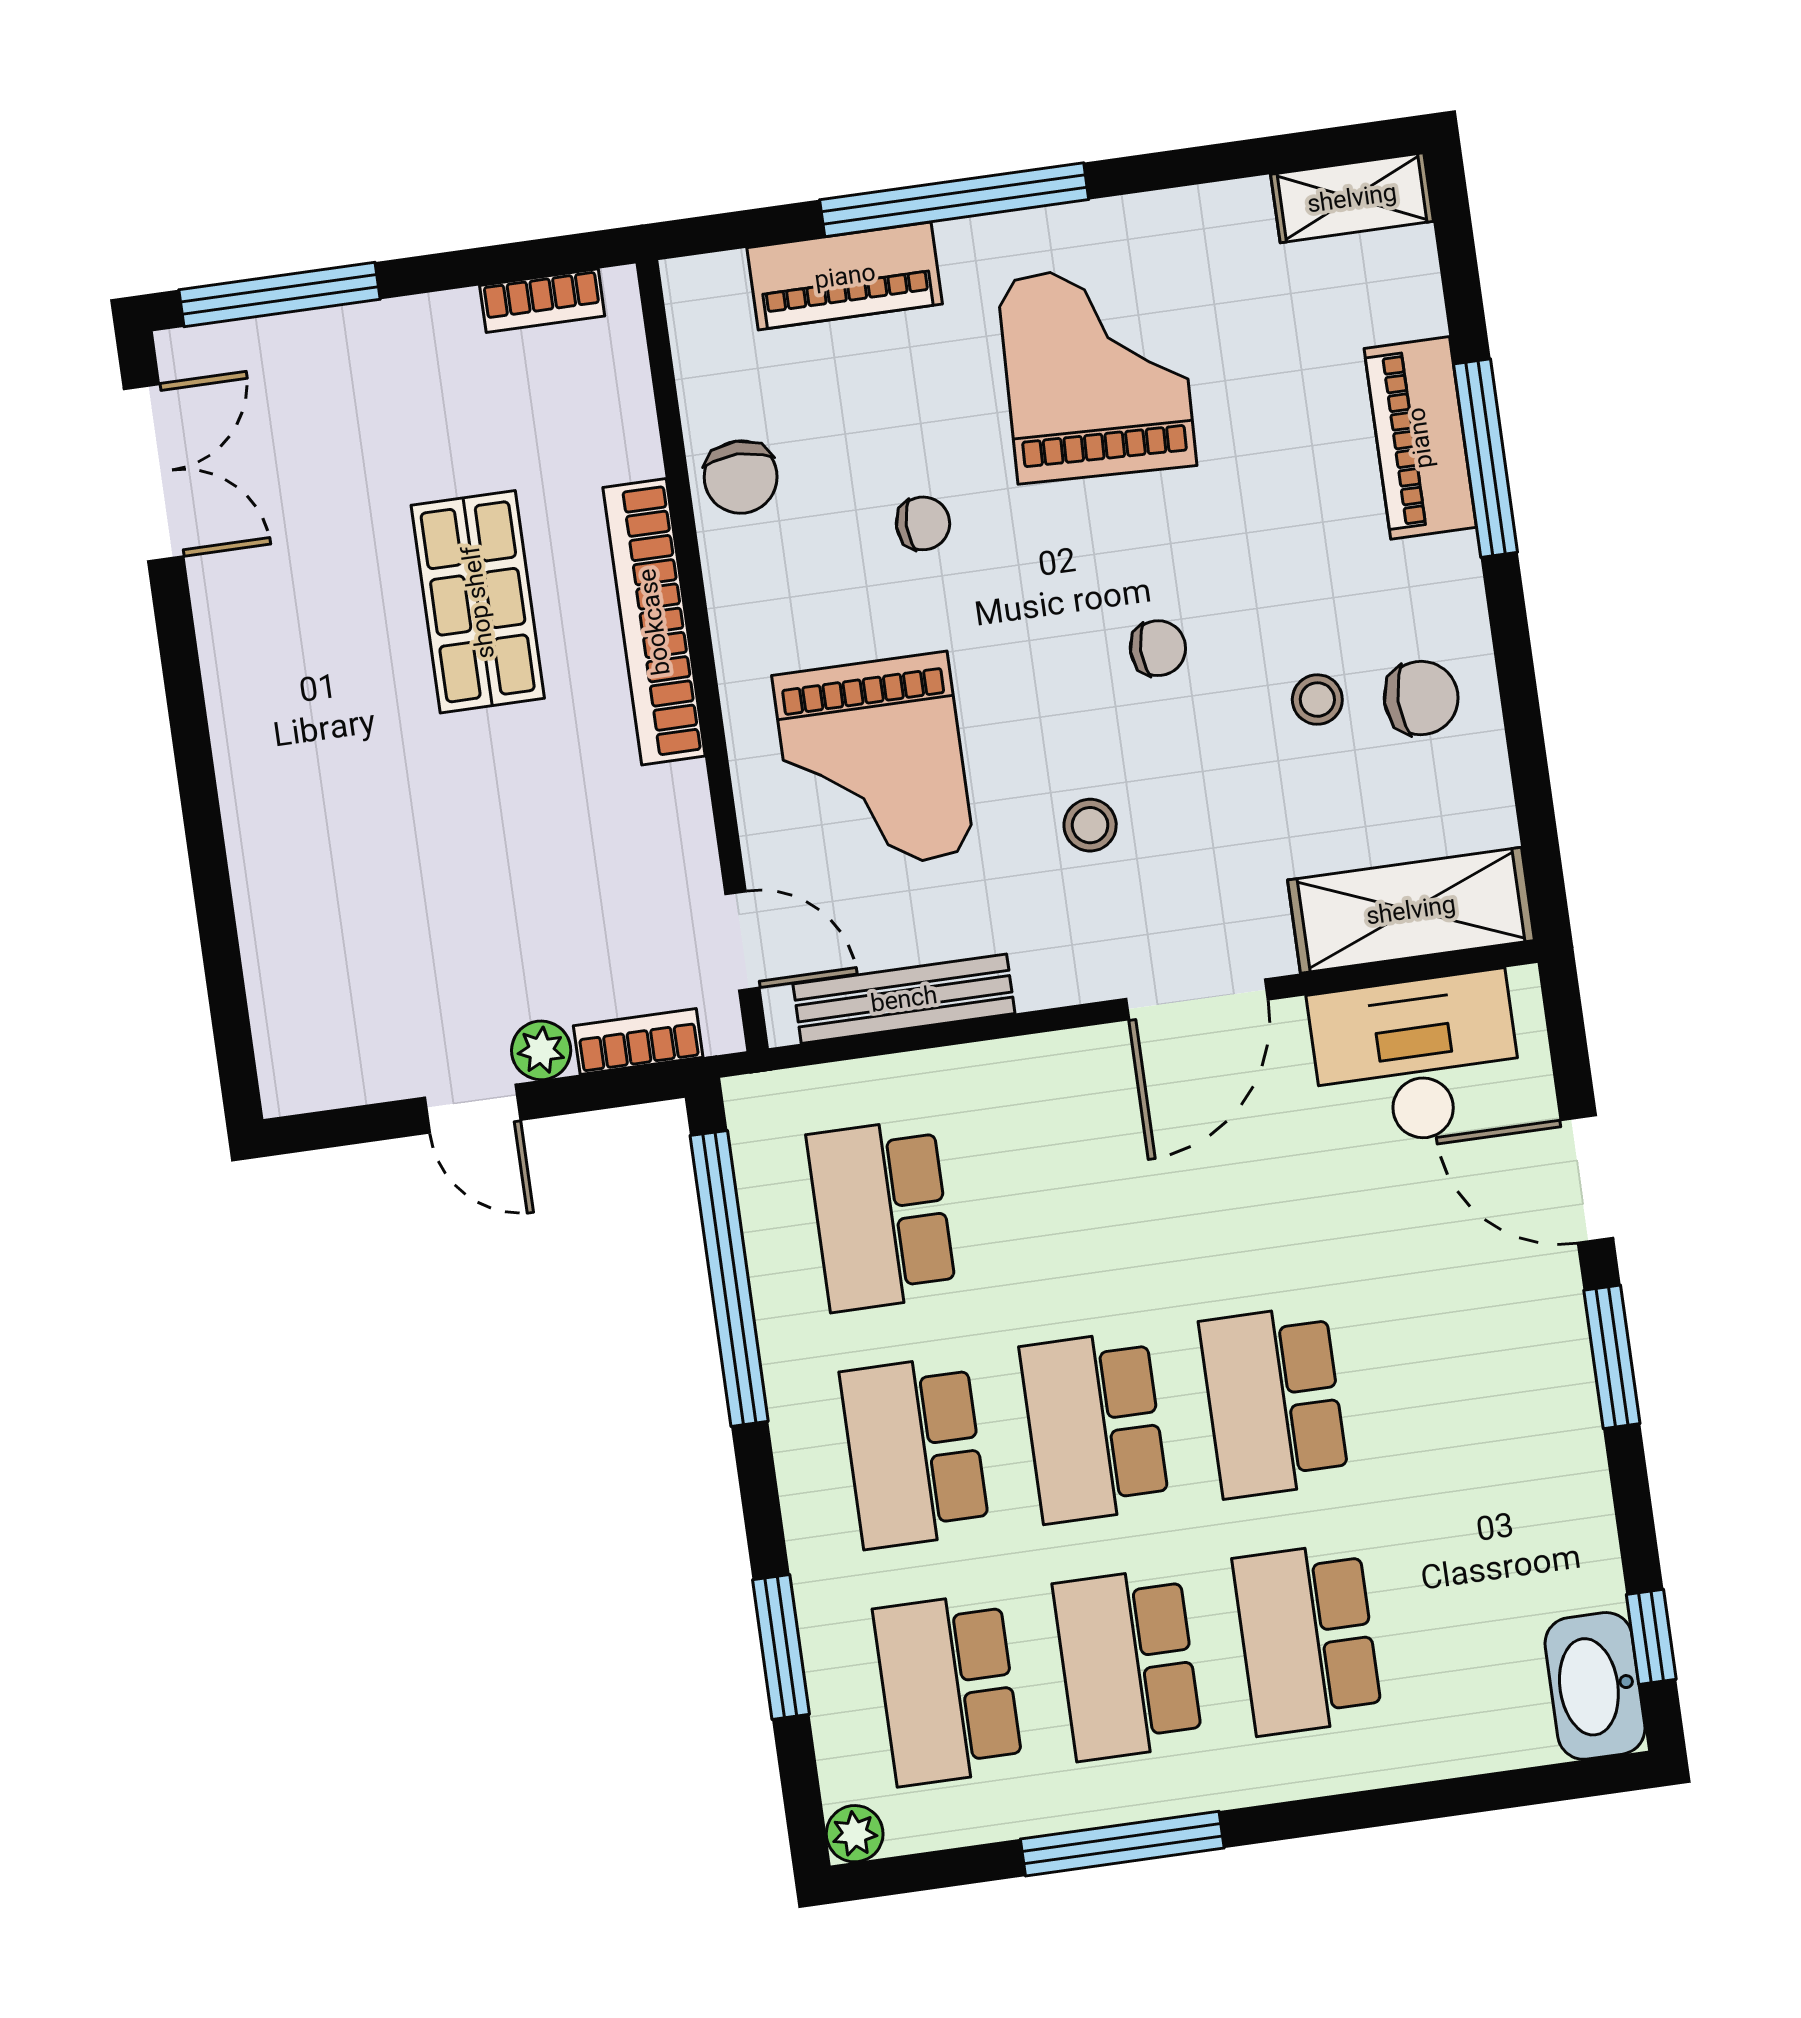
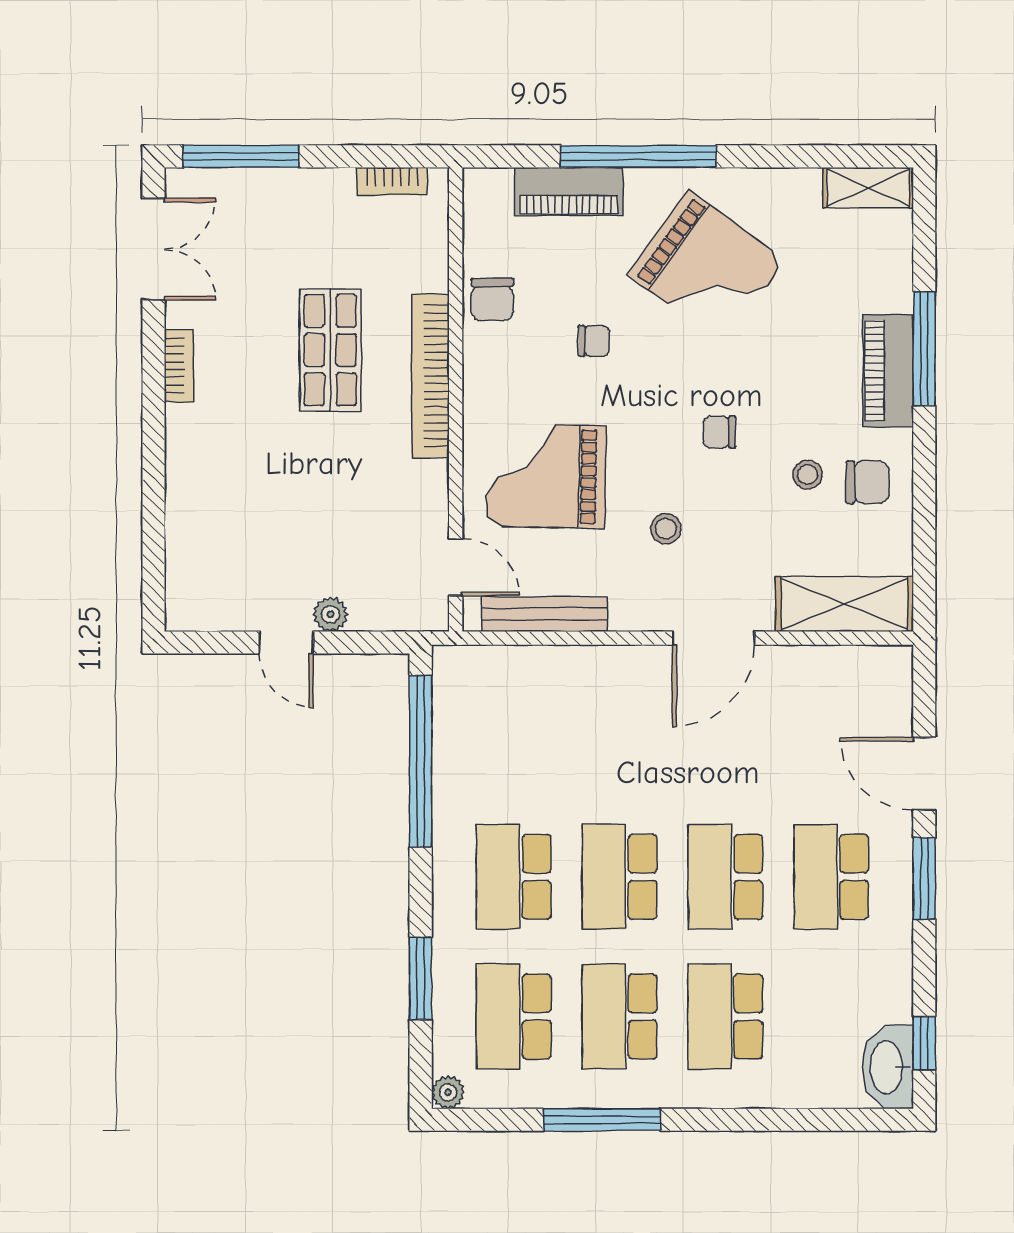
grand piano: (1097, 372) -> (707, 267), turned 124
piano: (1420, 438) -> (888, 371), moved
chair: (1158, 648) -> (719, 432), turned 180
grand piano: (873, 764) -> (546, 476), turned 91
bookcase: (638, 1041) -> (179, 366), moved, turned 90
desk: (1416, 1059) -> (835, 691), removed
school desk: (881, 1215) -> (831, 877), moved

